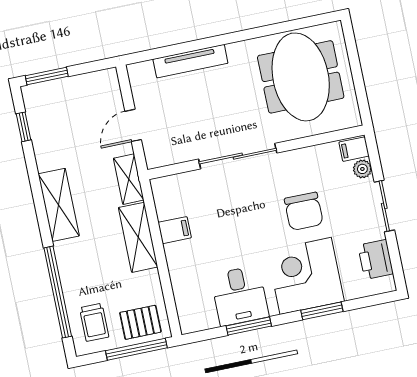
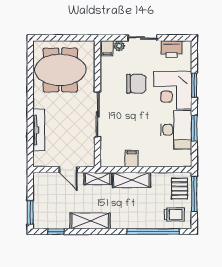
shelving: (59, 205) -> (90, 221), moved
desk: (240, 296) -> (176, 130), width x1.37

